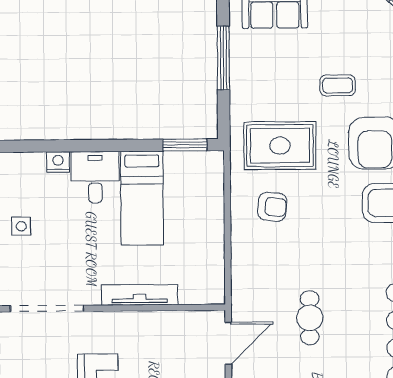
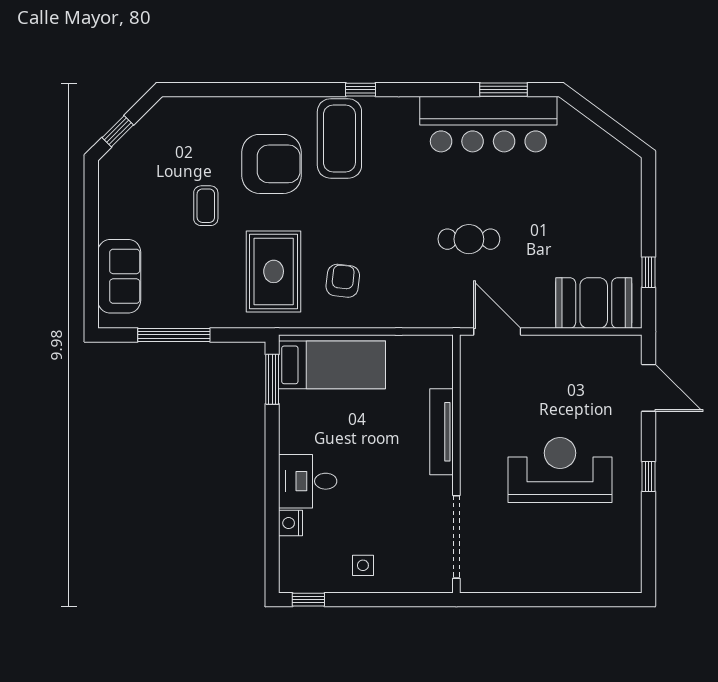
bed: (142, 198) -> (332, 365), moved

